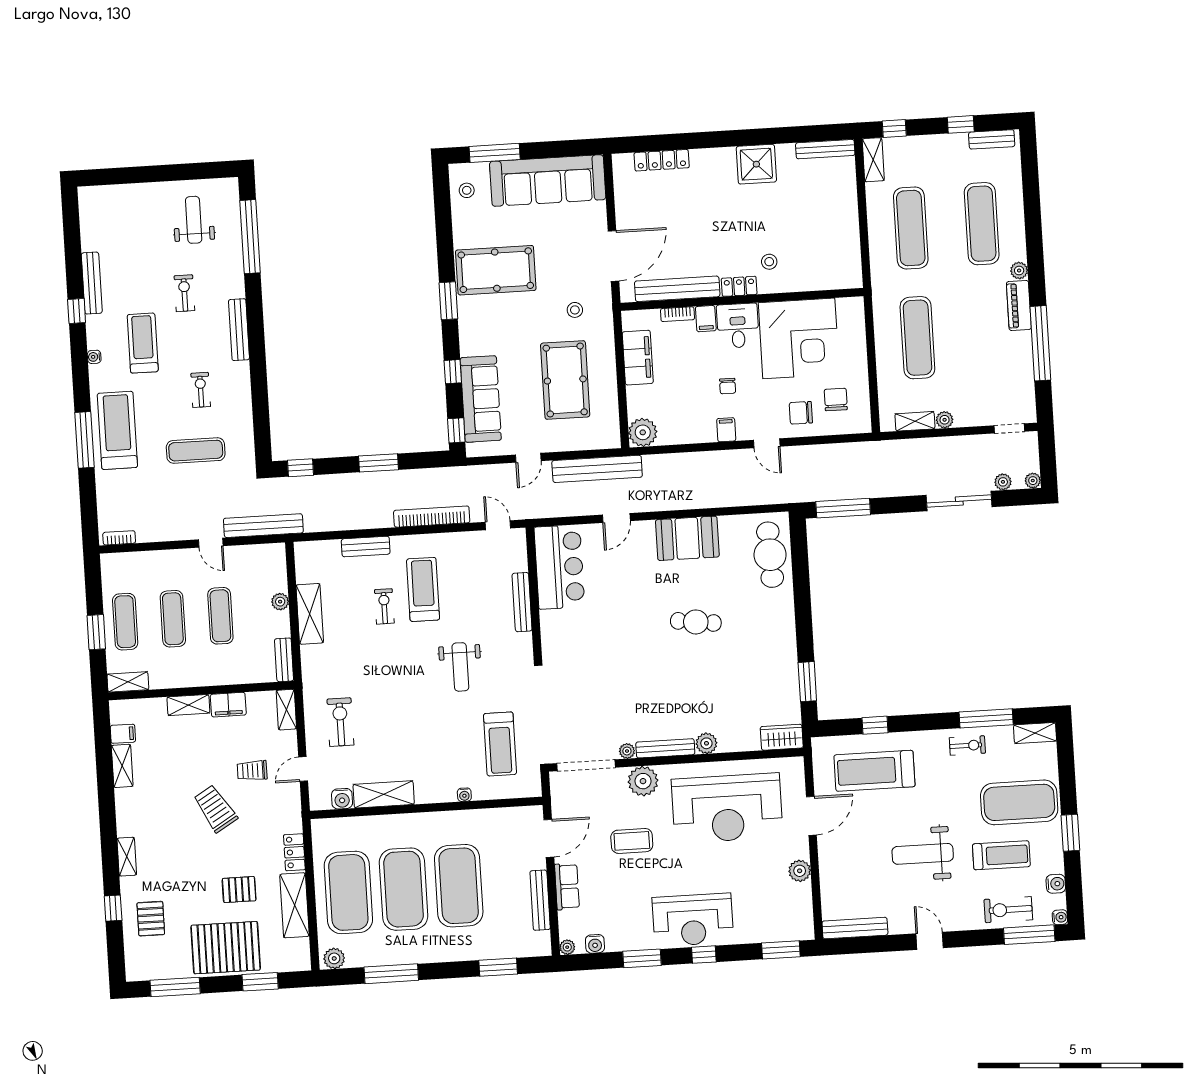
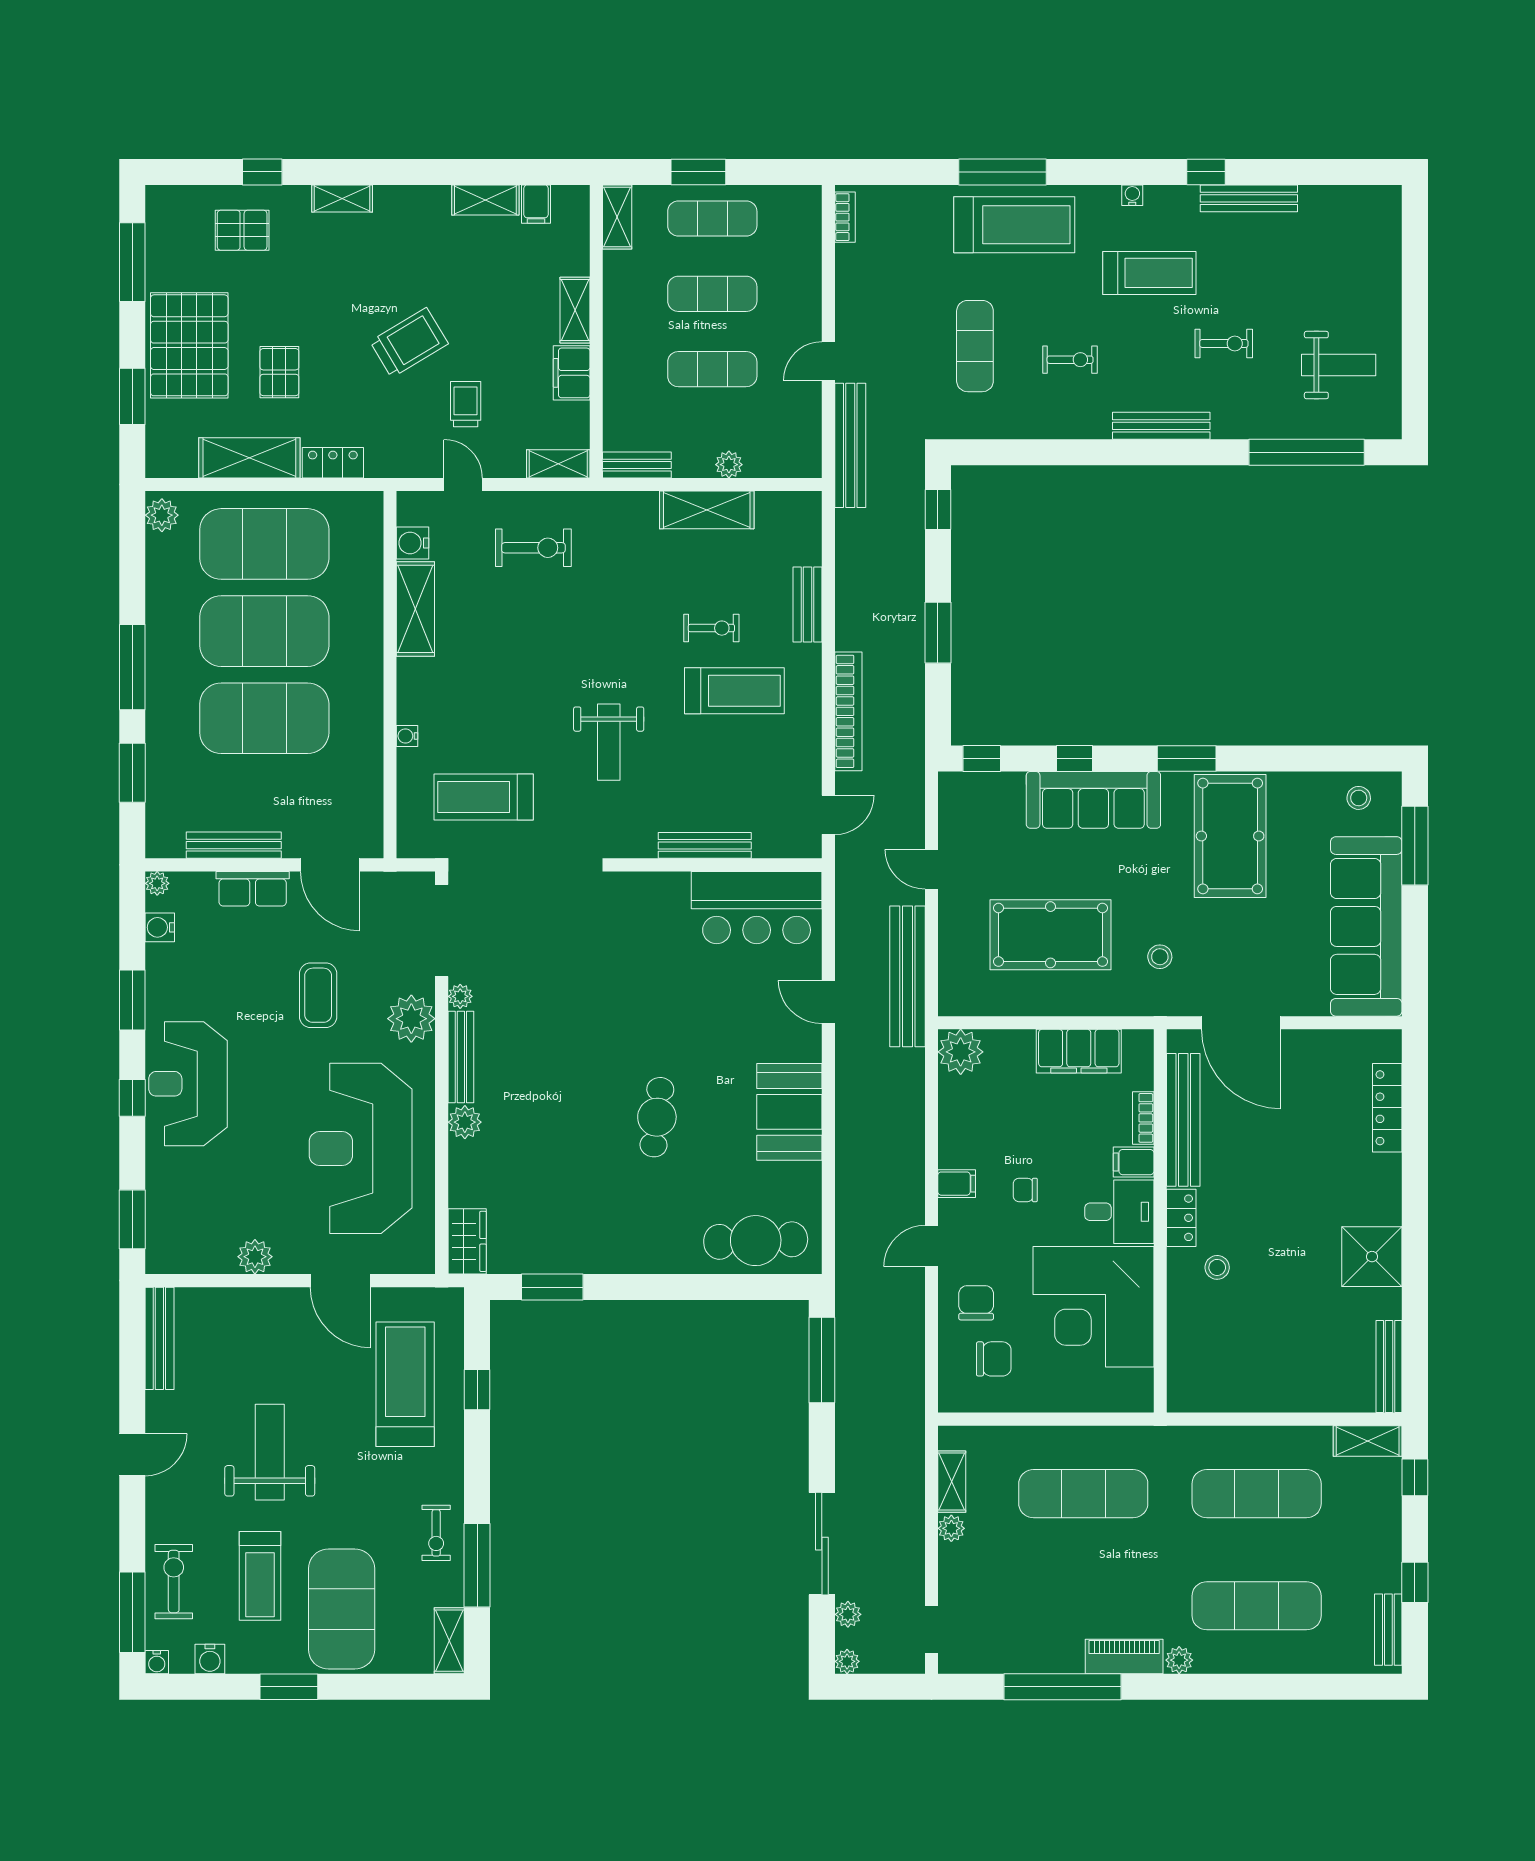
sofa: (481, 399) -> (1093, 800), moved
weight bench: (460, 667) -> (609, 742), turned -90
window: (391, 974) -> (132, 667), moved

